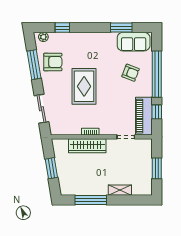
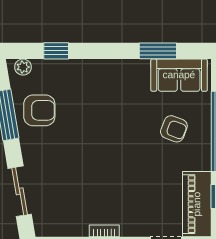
rug: (84, 86) -> (93, 152), removed

